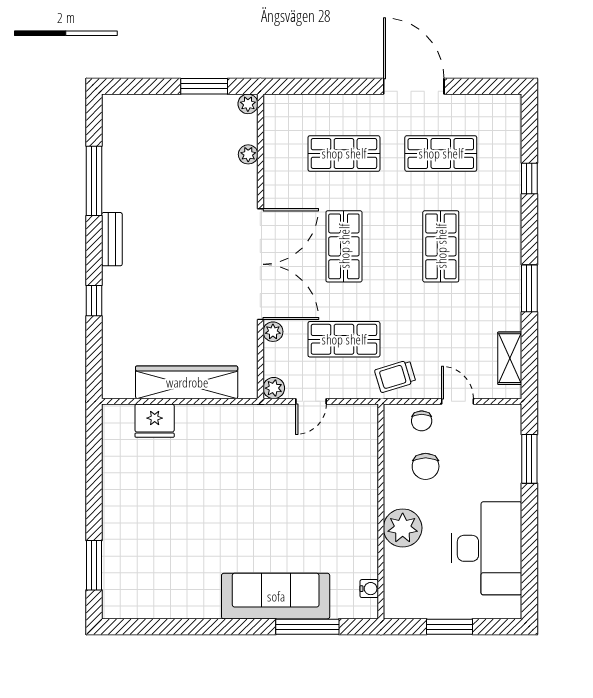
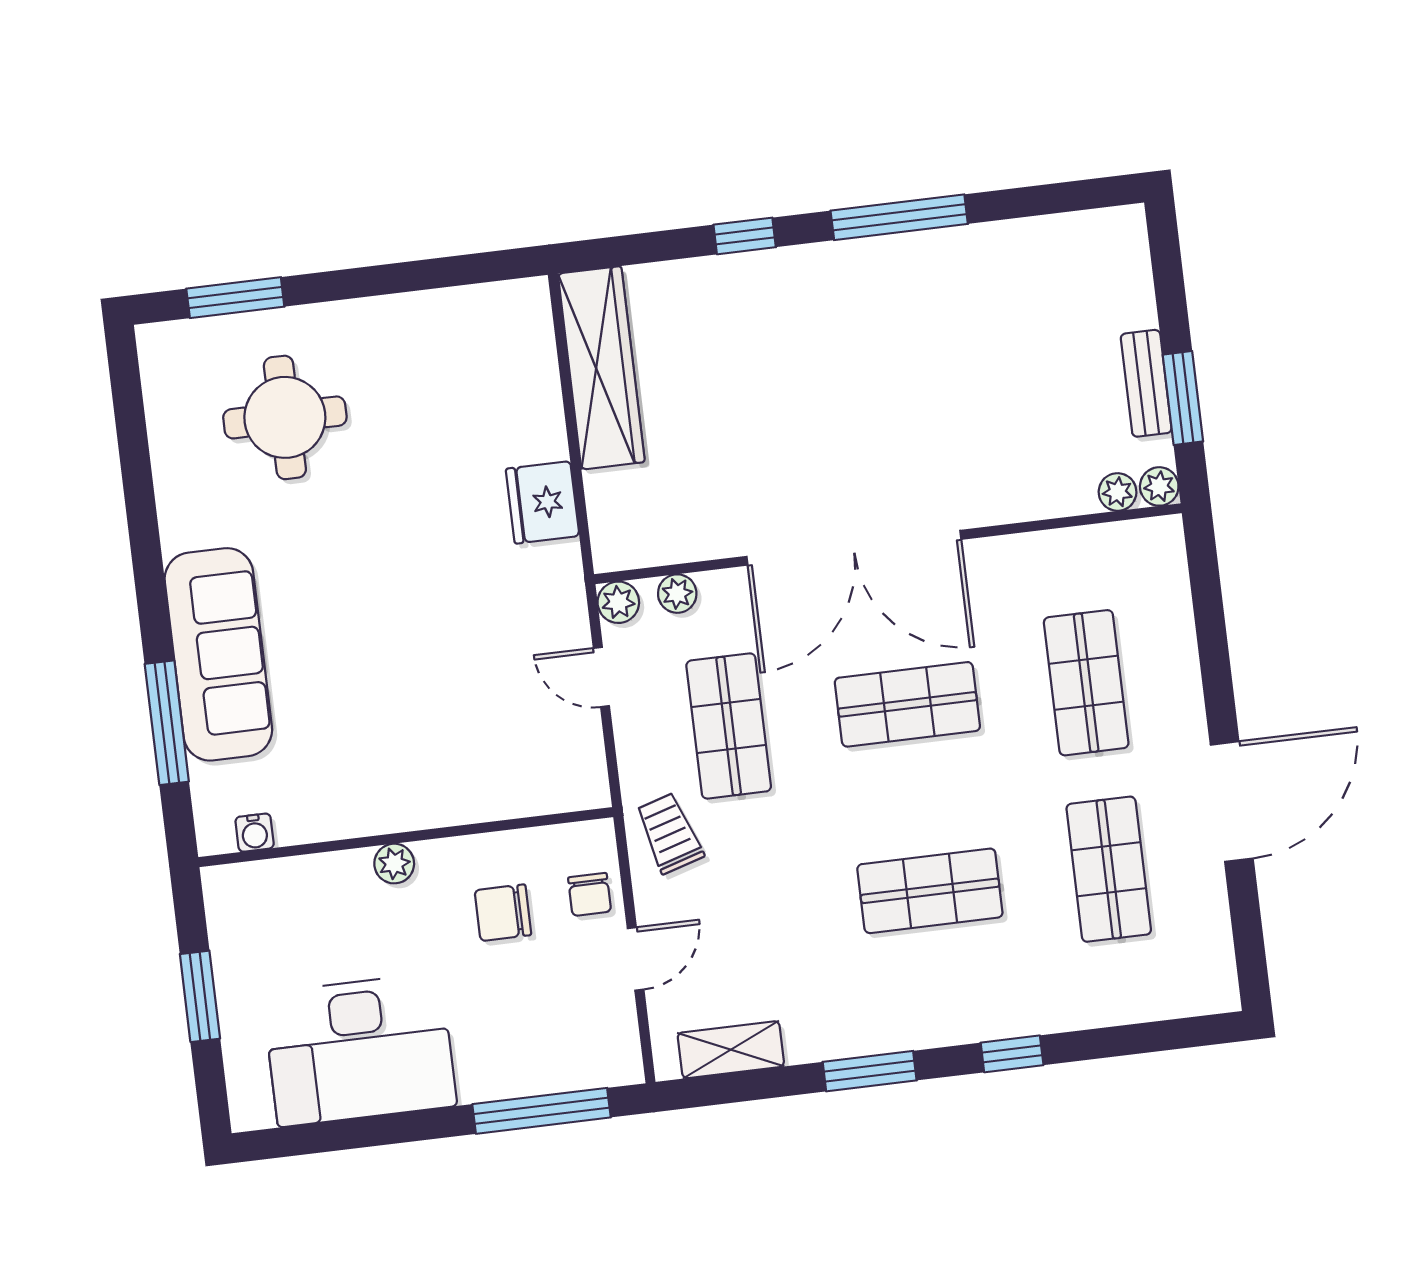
plant: (248, 154) -> (1118, 492), moved
window: (529, 178) -> (1012, 1054), moved
window: (94, 181) -> (899, 217), moved
bench: (112, 239) -> (1146, 383), moved, turned 90
plant: (273, 332) -> (677, 594), moved
wardrobe: (187, 382) -> (601, 368), moved
fridge: (155, 421) -> (543, 502), moved
chair: (422, 421) -> (590, 894), turned -90
window: (529, 459) -> (542, 1111), width x1.44
plant: (403, 528) -> (394, 864), width x0.53, depth x0.53
round table: (158, 547) -> (285, 417), added

